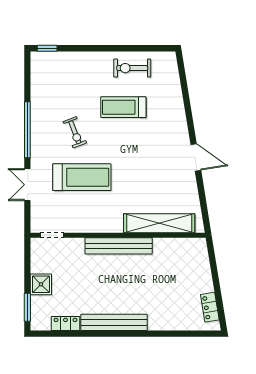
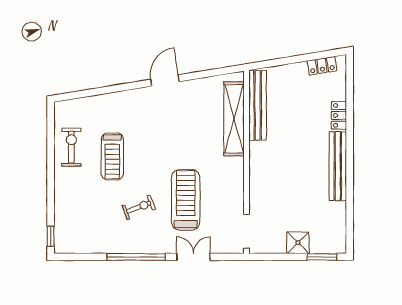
exercise bike: (132, 68) -> (71, 147), turned 180
double door: (27, 185) -> (193, 257), swing flipped
doorway: (52, 235) -> (247, 231), width x1.38
bench: (119, 246) -> (258, 105), moved
locker: (66, 323) -> (339, 115), moved

